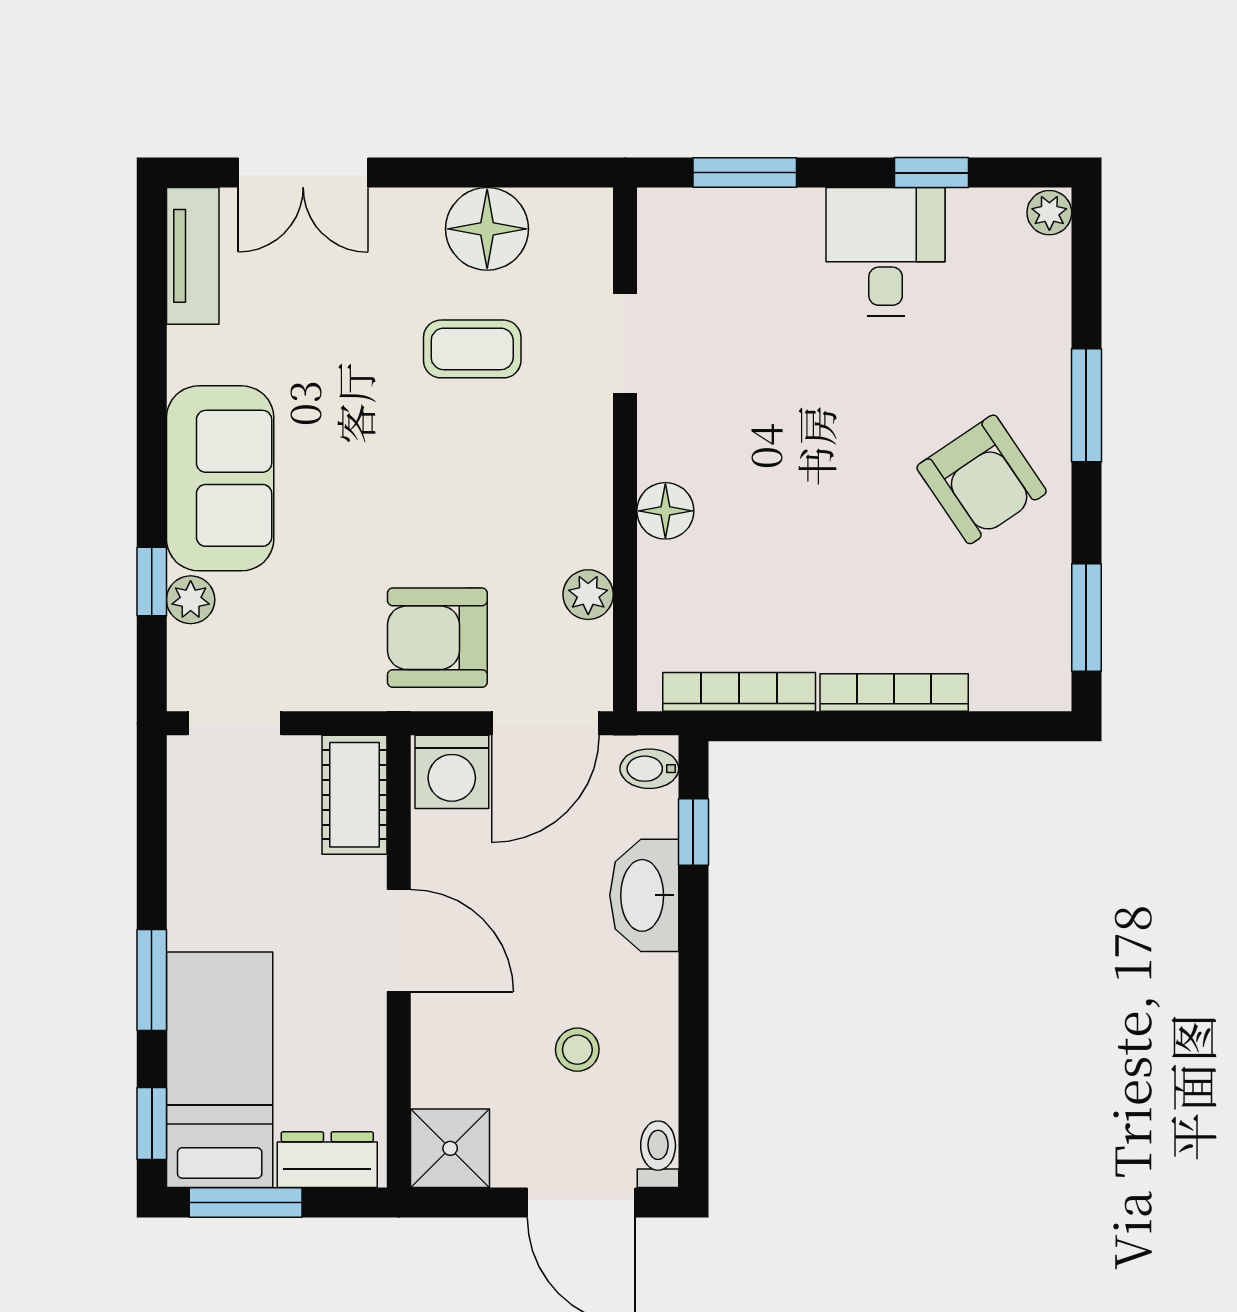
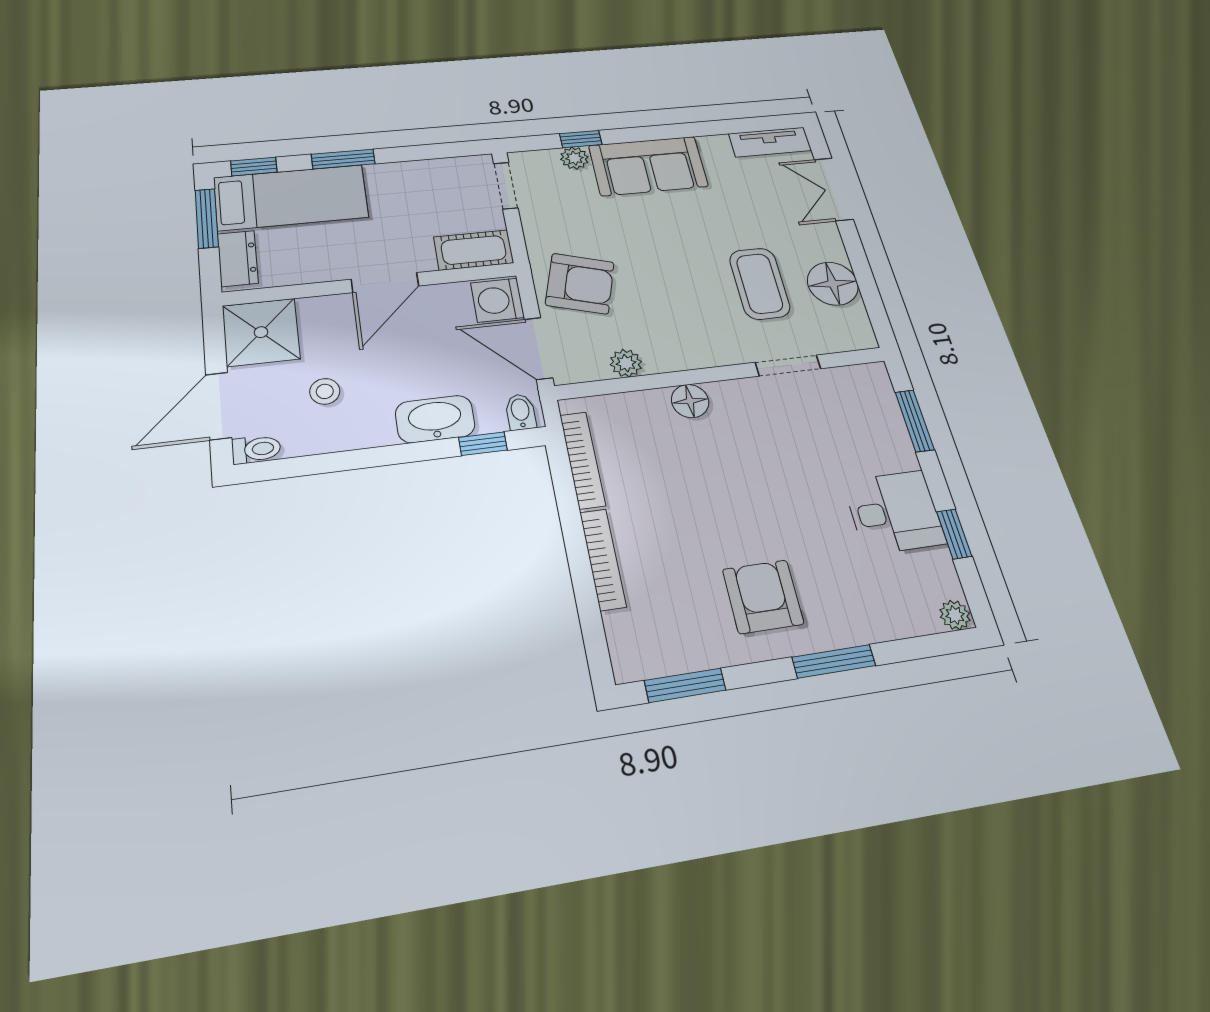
coffee table: (472, 349) -> (760, 283), width x1.36, depth x1.30
armchair: (982, 479) -> (763, 597), turned 124
armchair: (437, 638) -> (580, 284), turned 107
shower: (450, 1148) -> (261, 332), width x1.36, depth x1.36

